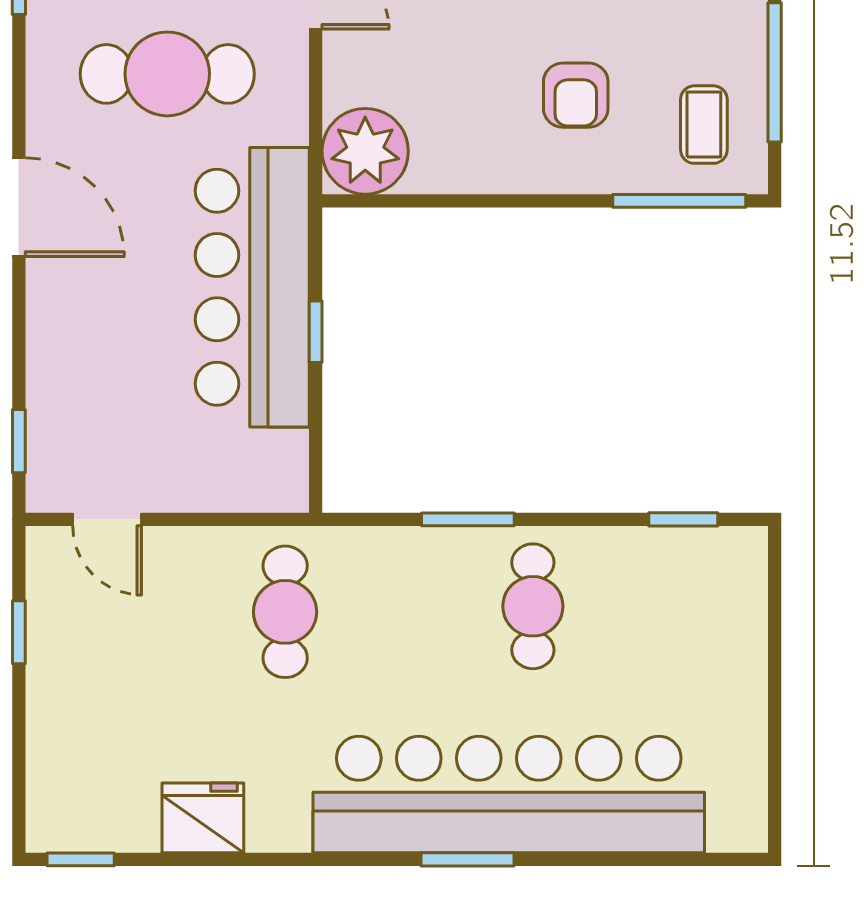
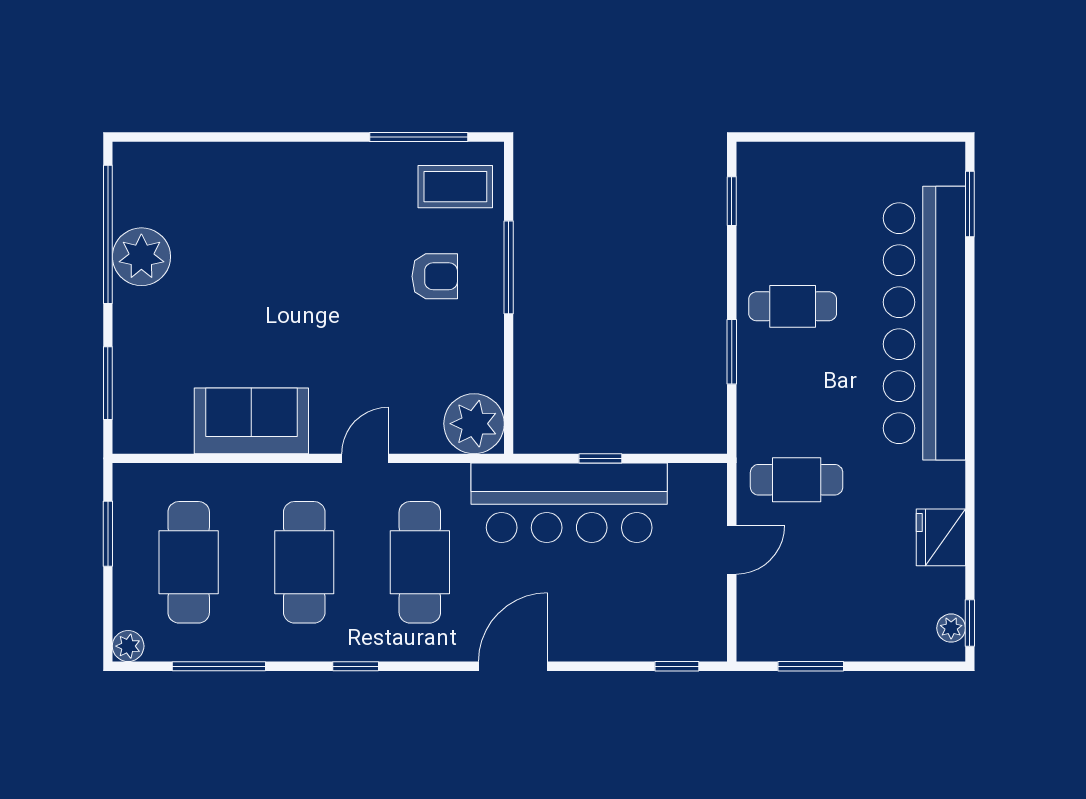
coffee table: (704, 125) -> (455, 187), width x1.36, depth x1.30
window: (679, 201) -> (509, 267), moved
door: (107, 519) -> (732, 550), moved
window: (19, 632) -> (811, 666), width x1.50
plant: (73, 833) -> (951, 628), added
window: (467, 859) -> (970, 204), moved

